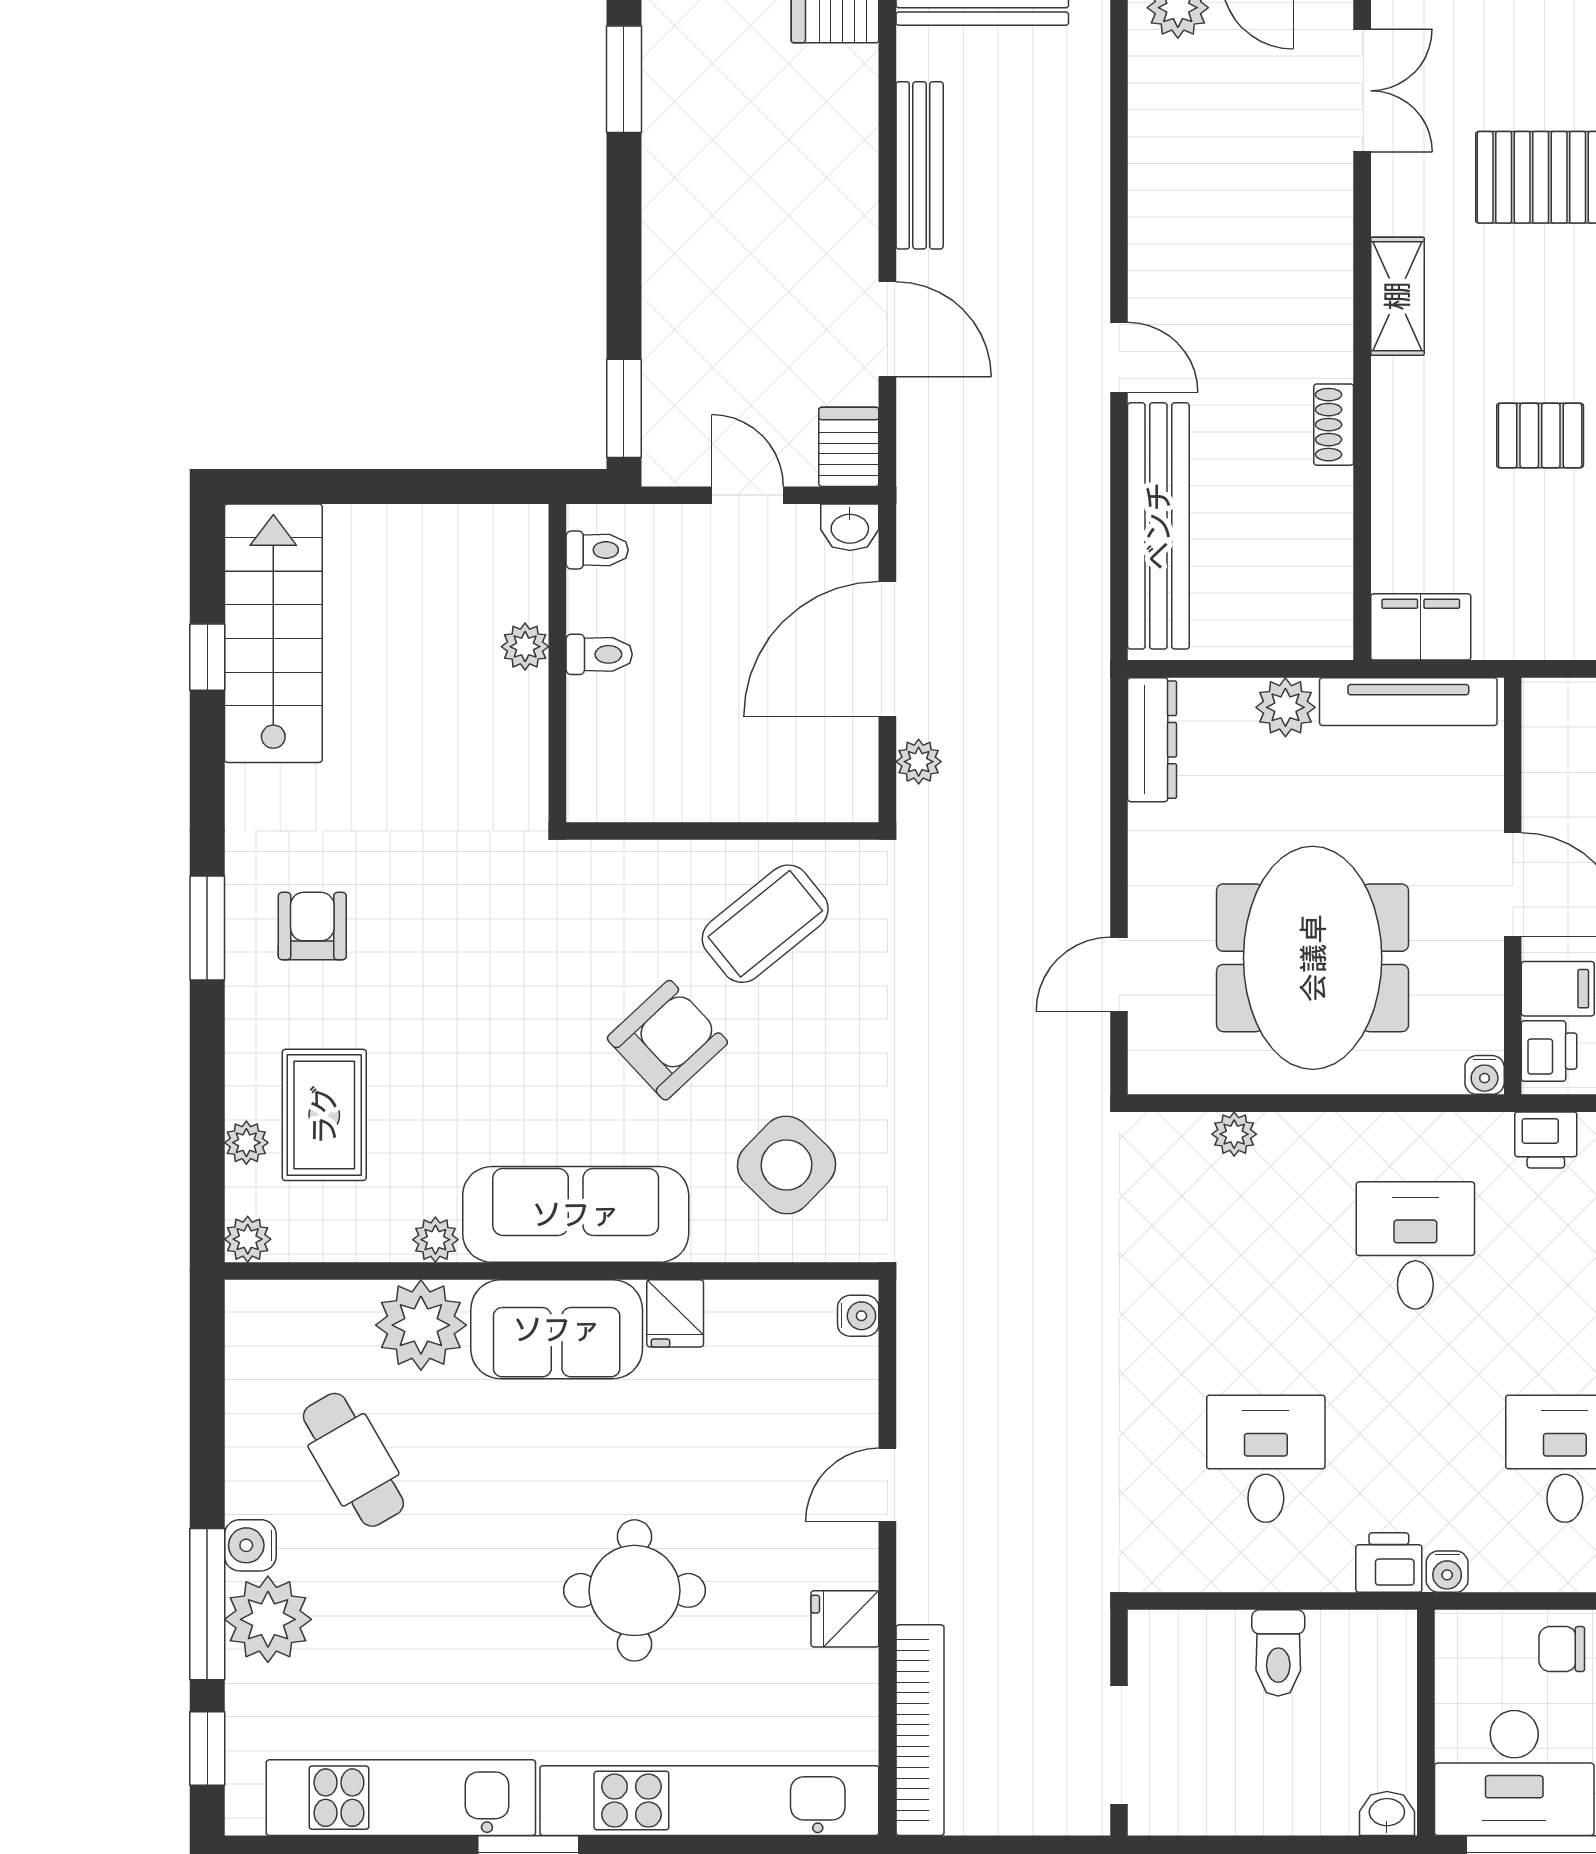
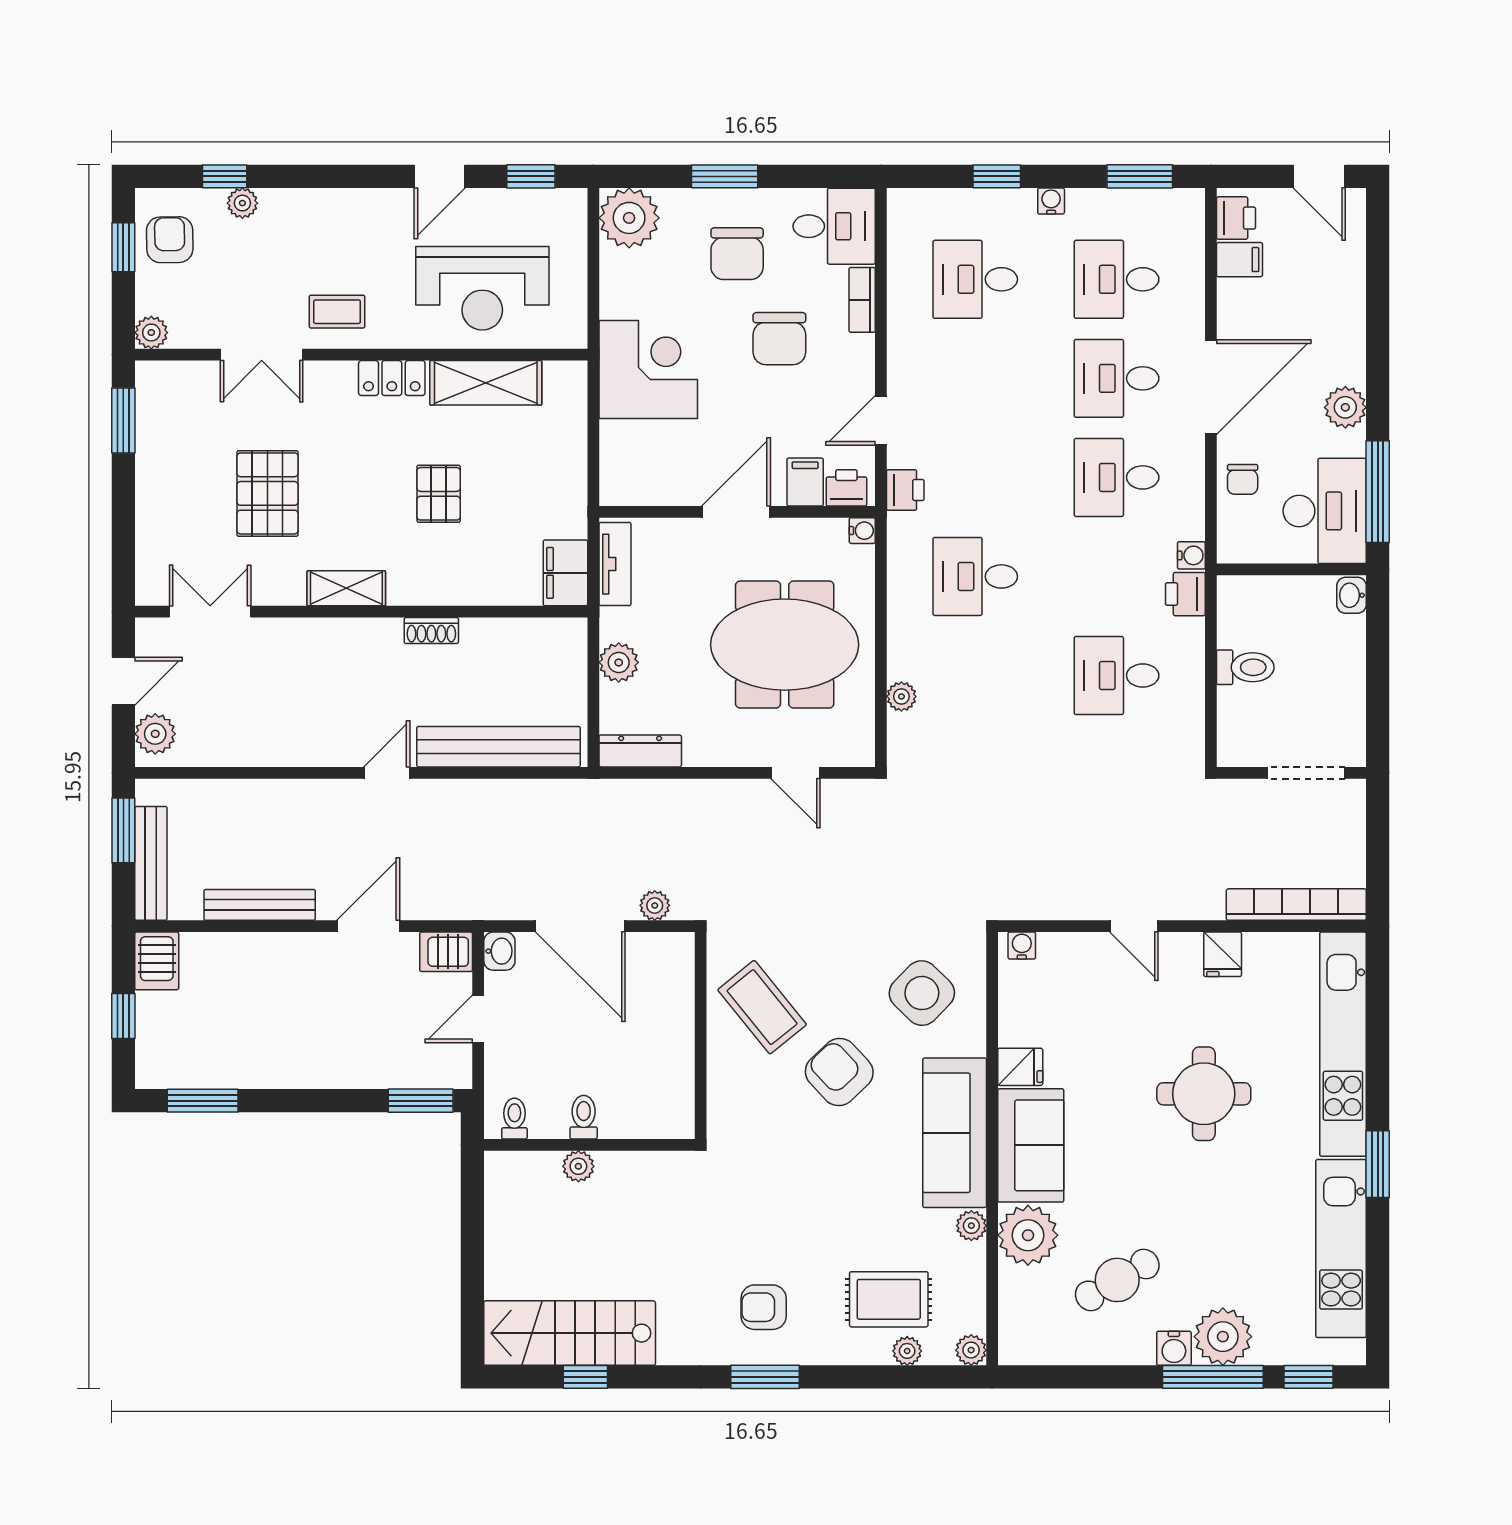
tv unit: (1408, 702) -> (615, 564), width x0.71

